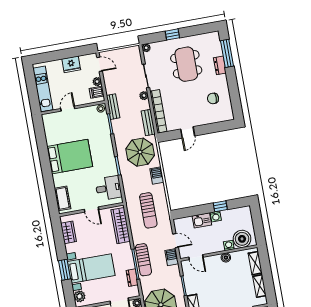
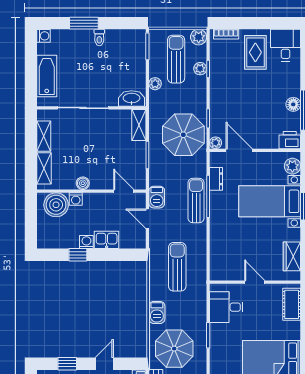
window: (214, 128) -> (67, 364), added
wardrobe: (121, 226) -> (219, 253), removed

